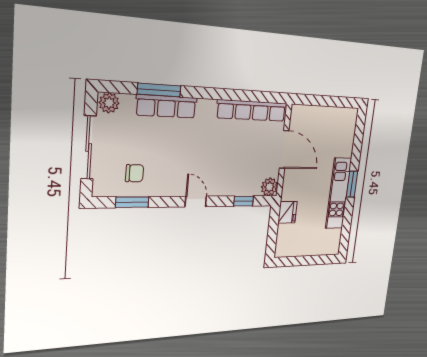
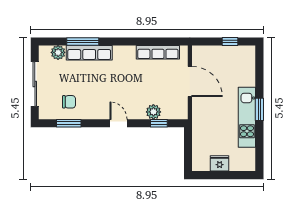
window: (333, 101) -> (230, 41), added
plant: (109, 103) -> (58, 52), moved
row of seats: (252, 111) -> (158, 52), width x0.73
plant: (269, 187) -> (153, 112), moved
fridge: (287, 212) -> (220, 163), moved, turned -90

